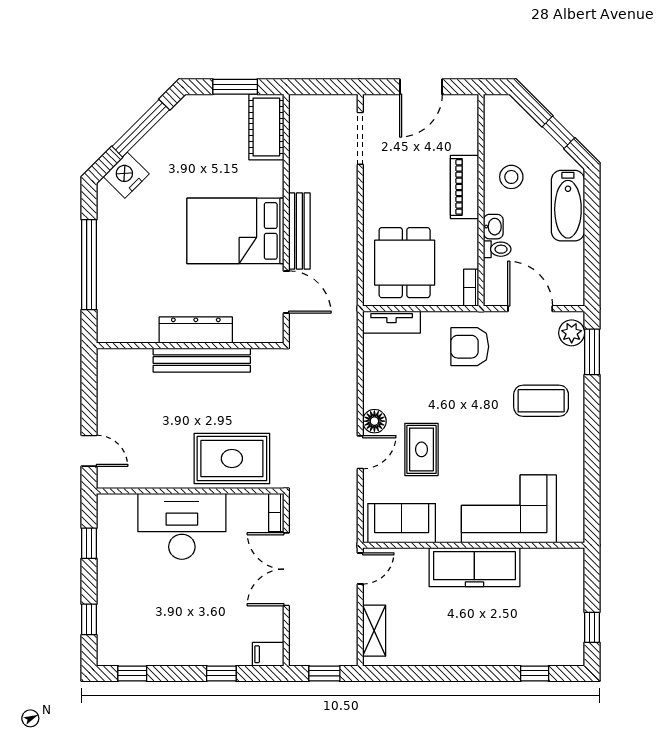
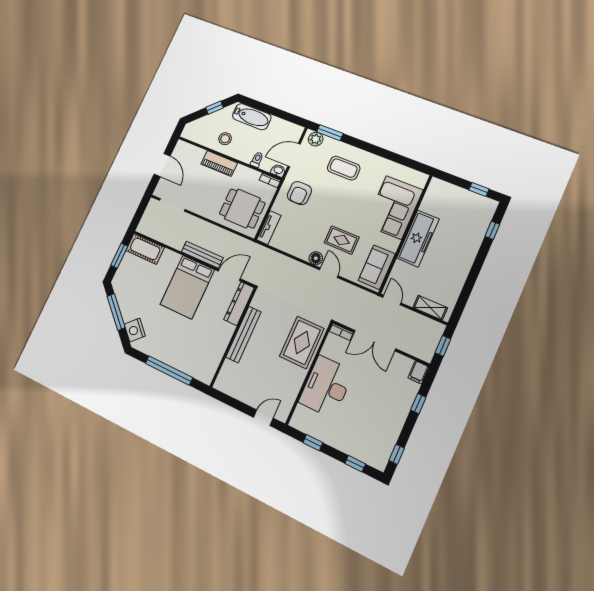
washbasin: (493, 227) -> (278, 170), moved
dresser: (196, 330) -> (239, 304), moved
coffee table: (541, 401) -> (344, 168), turned 90

